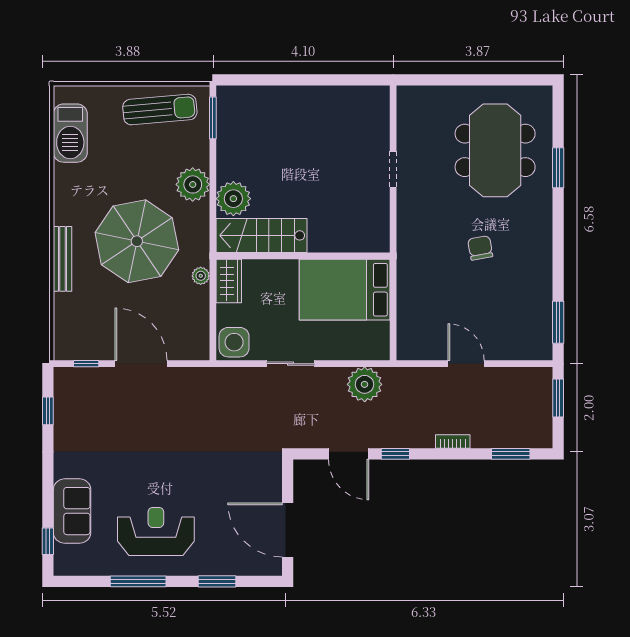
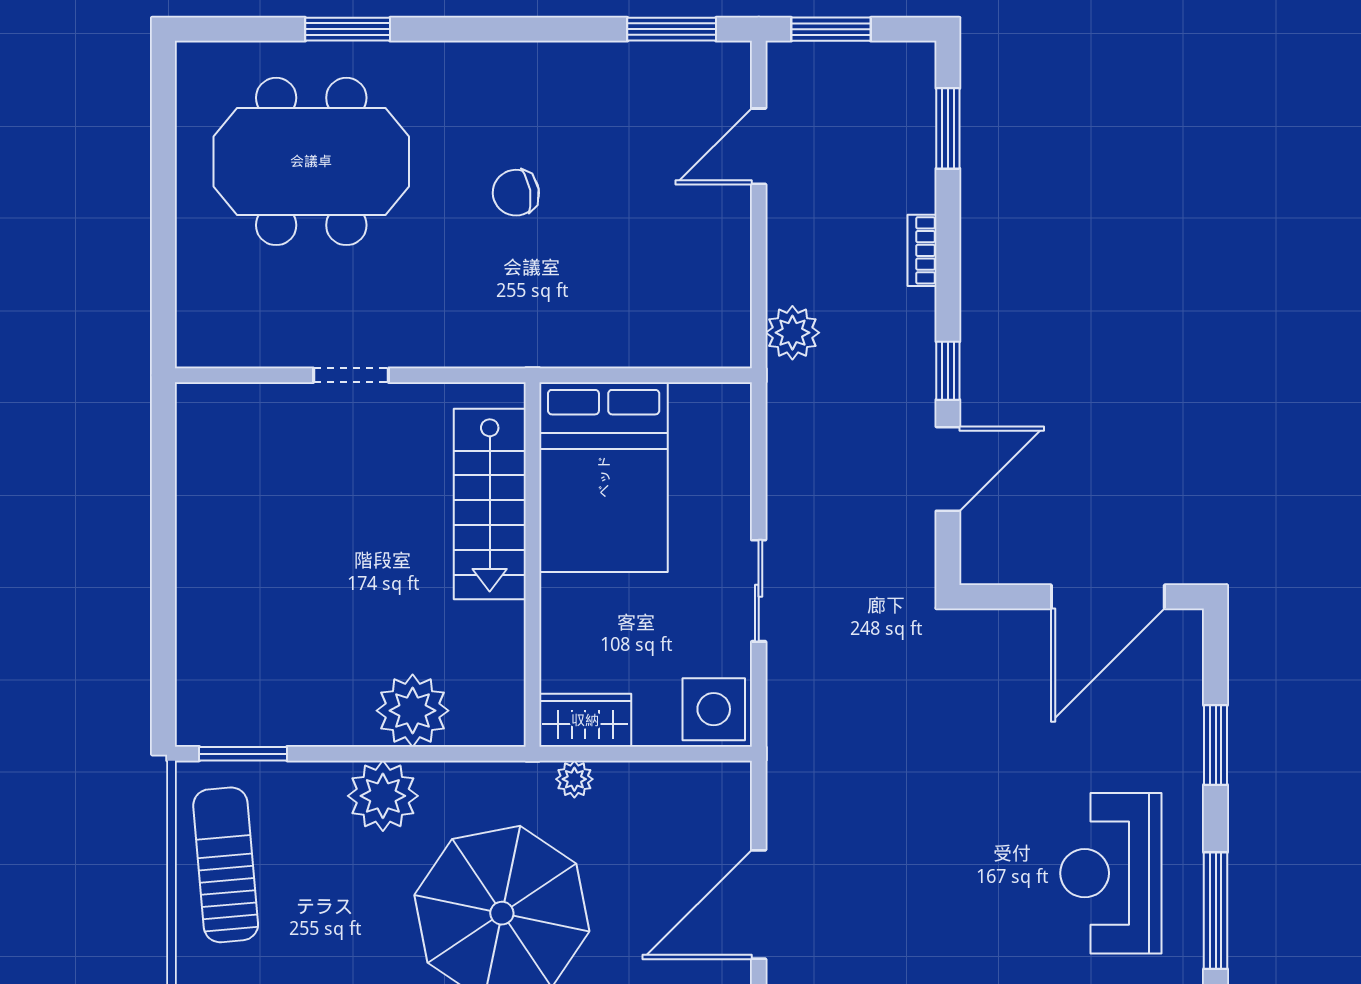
stairs: (262, 235) -> (490, 504), moved
door: (466, 364) -> (759, 146), moved
plant: (365, 384) -> (792, 333), moved, width x0.73, depth x0.73

